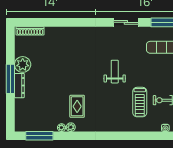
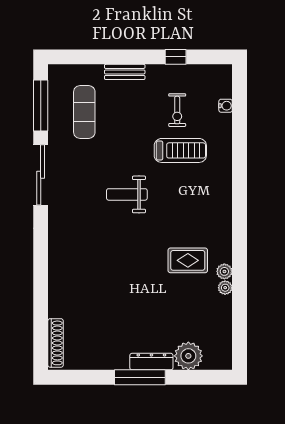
sliding door: (126, 22) -> (41, 175), width x1.37
plant: (23, 64) -> (188, 356), moved
window: (39, 136) -> (240, 327), removed

